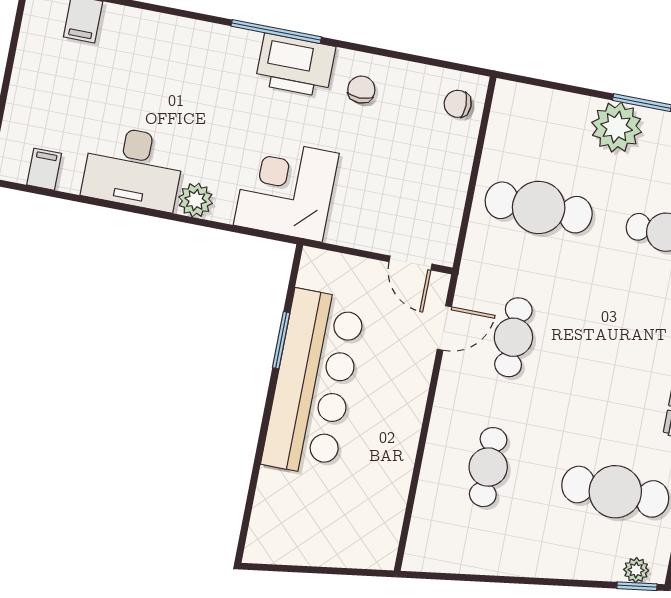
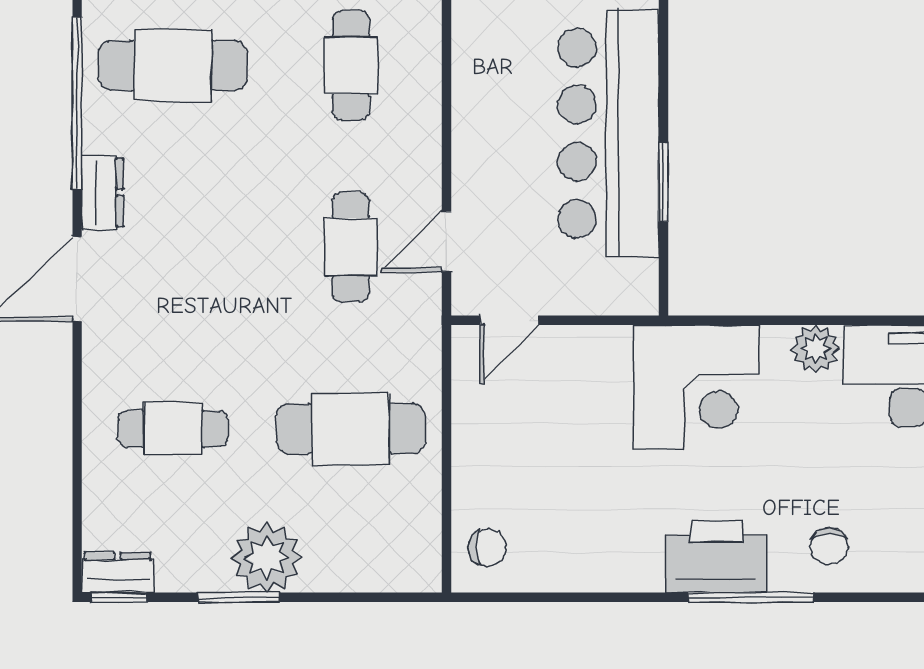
chair: (361, 90) -> (829, 546), moved
door: (410, 263) -> (509, 320), swing flipped

